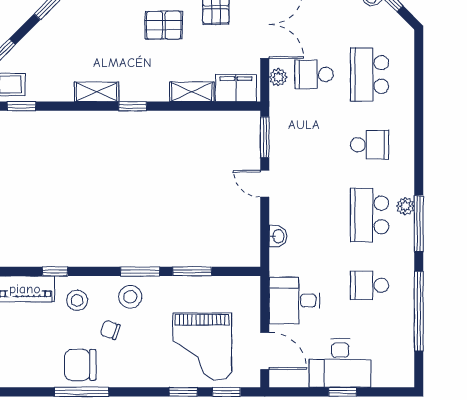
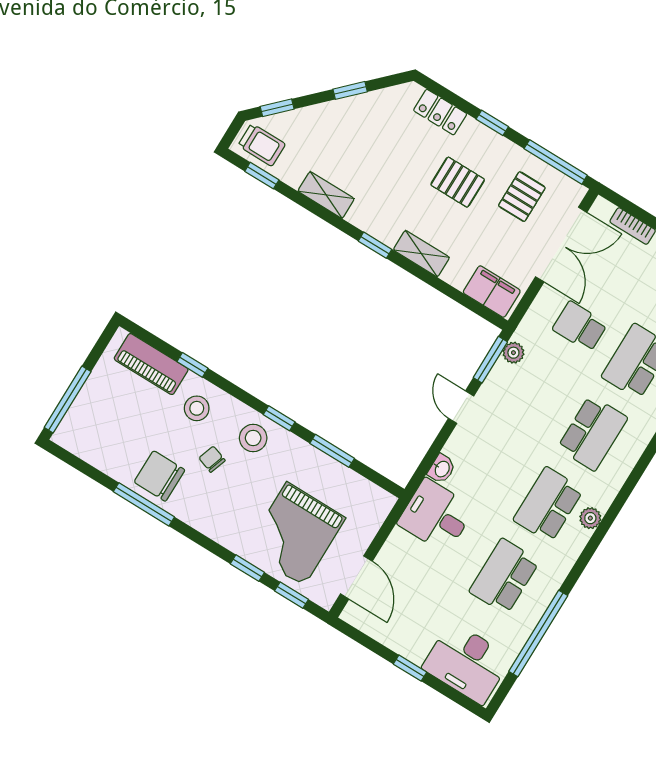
plant: (278, 77) -> (513, 353), moved
shelving: (96, 92) -> (326, 195), moved
shelving: (192, 92) -> (421, 254), moved
school desk: (370, 145) -> (592, 433), width x1.85
window: (419, 224) -> (593, 544), removed
window: (140, 271) -> (279, 418), width x0.67
school desk: (370, 285) -> (504, 576), width x1.85
desk: (294, 300) -> (436, 516), moved
desk: (340, 363) -> (467, 663), moved

